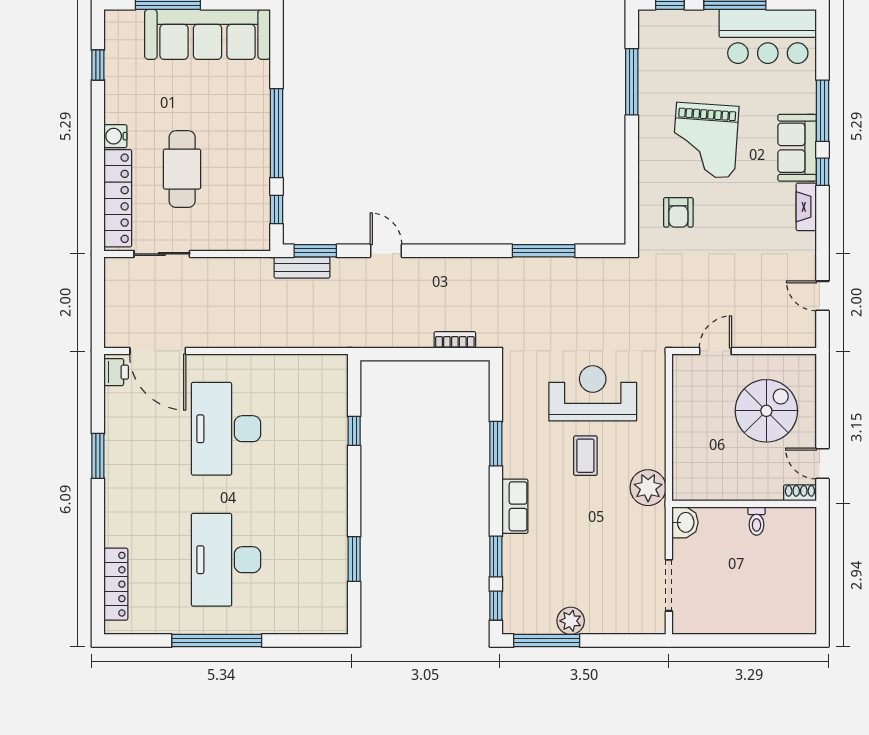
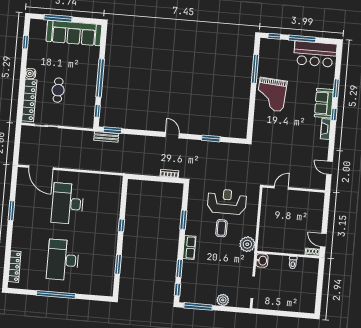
window: (823, 111) -> (336, 88), width x0.69
grand piano: (705, 140) -> (271, 95), moved
cafe table: (182, 169) -> (58, 90), width x0.73, depth x0.74
armchair: (678, 212) -> (270, 127), removed
door: (386, 251) -> (172, 135), moved
window: (544, 251) -> (211, 138), width x0.69
printer: (116, 372) -> (22, 175), removed
spiral stairs: (766, 411) -> (301, 215), removed
window: (354, 431) -> (121, 225), moved
plant: (571, 621) -> (223, 300), moved

